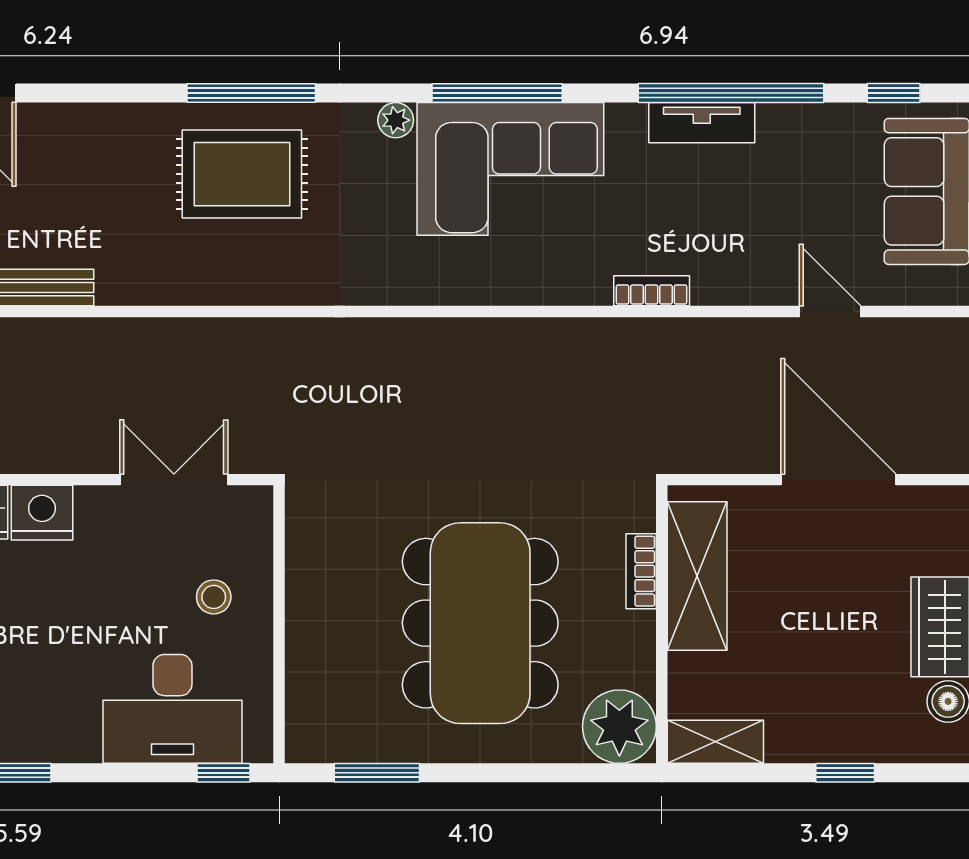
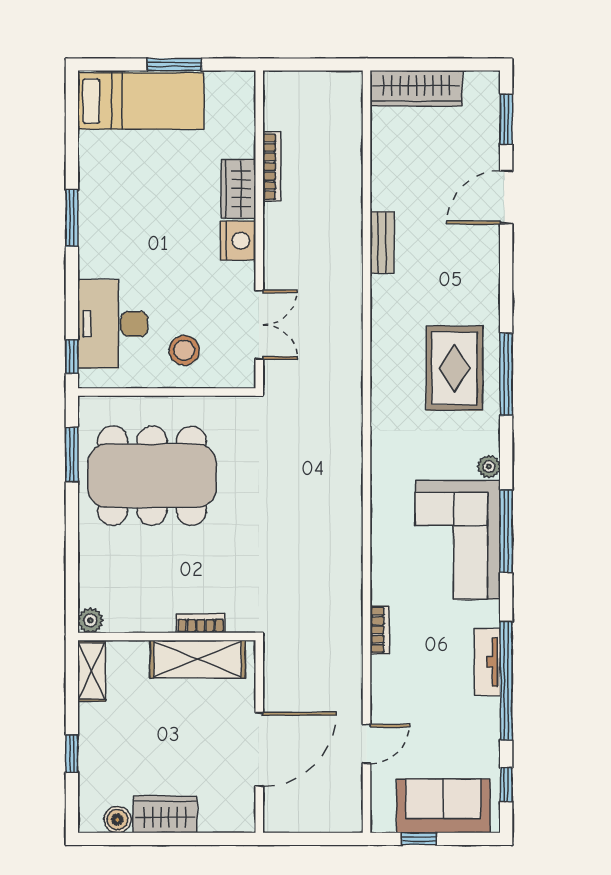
stool: (214, 597) -> (184, 350), width x1.37, depth x1.37
dining table: (480, 623) -> (152, 476), moved
plant: (619, 727) -> (90, 620), width x0.53, depth x0.53

